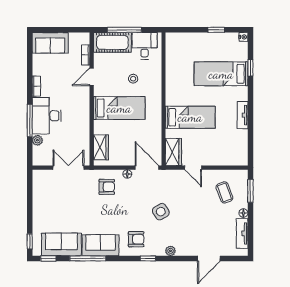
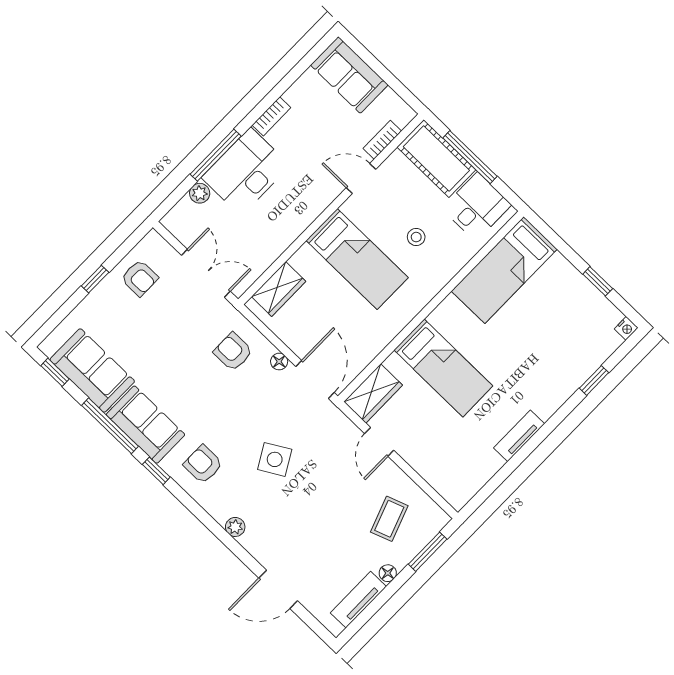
bed: (221, 74) -> (504, 270), moved, turned -90
armchair: (107, 187) -> (233, 352), turned 180
armchair: (46, 193) -> (140, 278), added
armchair: (136, 239) -> (203, 464), turned 180
window: (30, 241) -> (95, 279), moved
window: (148, 258) -> (156, 471), moved

